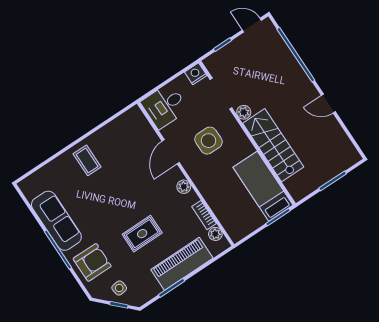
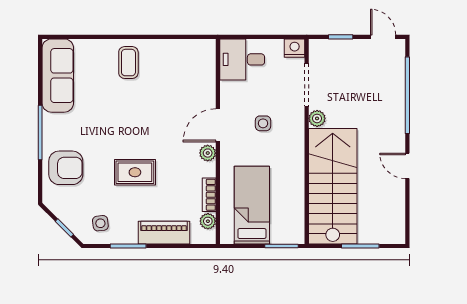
side table: (208, 141) -> (263, 123), width x0.54, depth x0.54
stairs: (273, 145) -> (333, 186), width x1.36, depth x1.51
door: (171, 152) -> (218, 125), moved
bed: (263, 186) -> (252, 205), moved
sofa: (56, 221) -> (58, 76), moved
piano: (182, 264) -> (164, 233), width x0.73, depth x0.75
side table: (119, 288) -> (100, 223), moved

